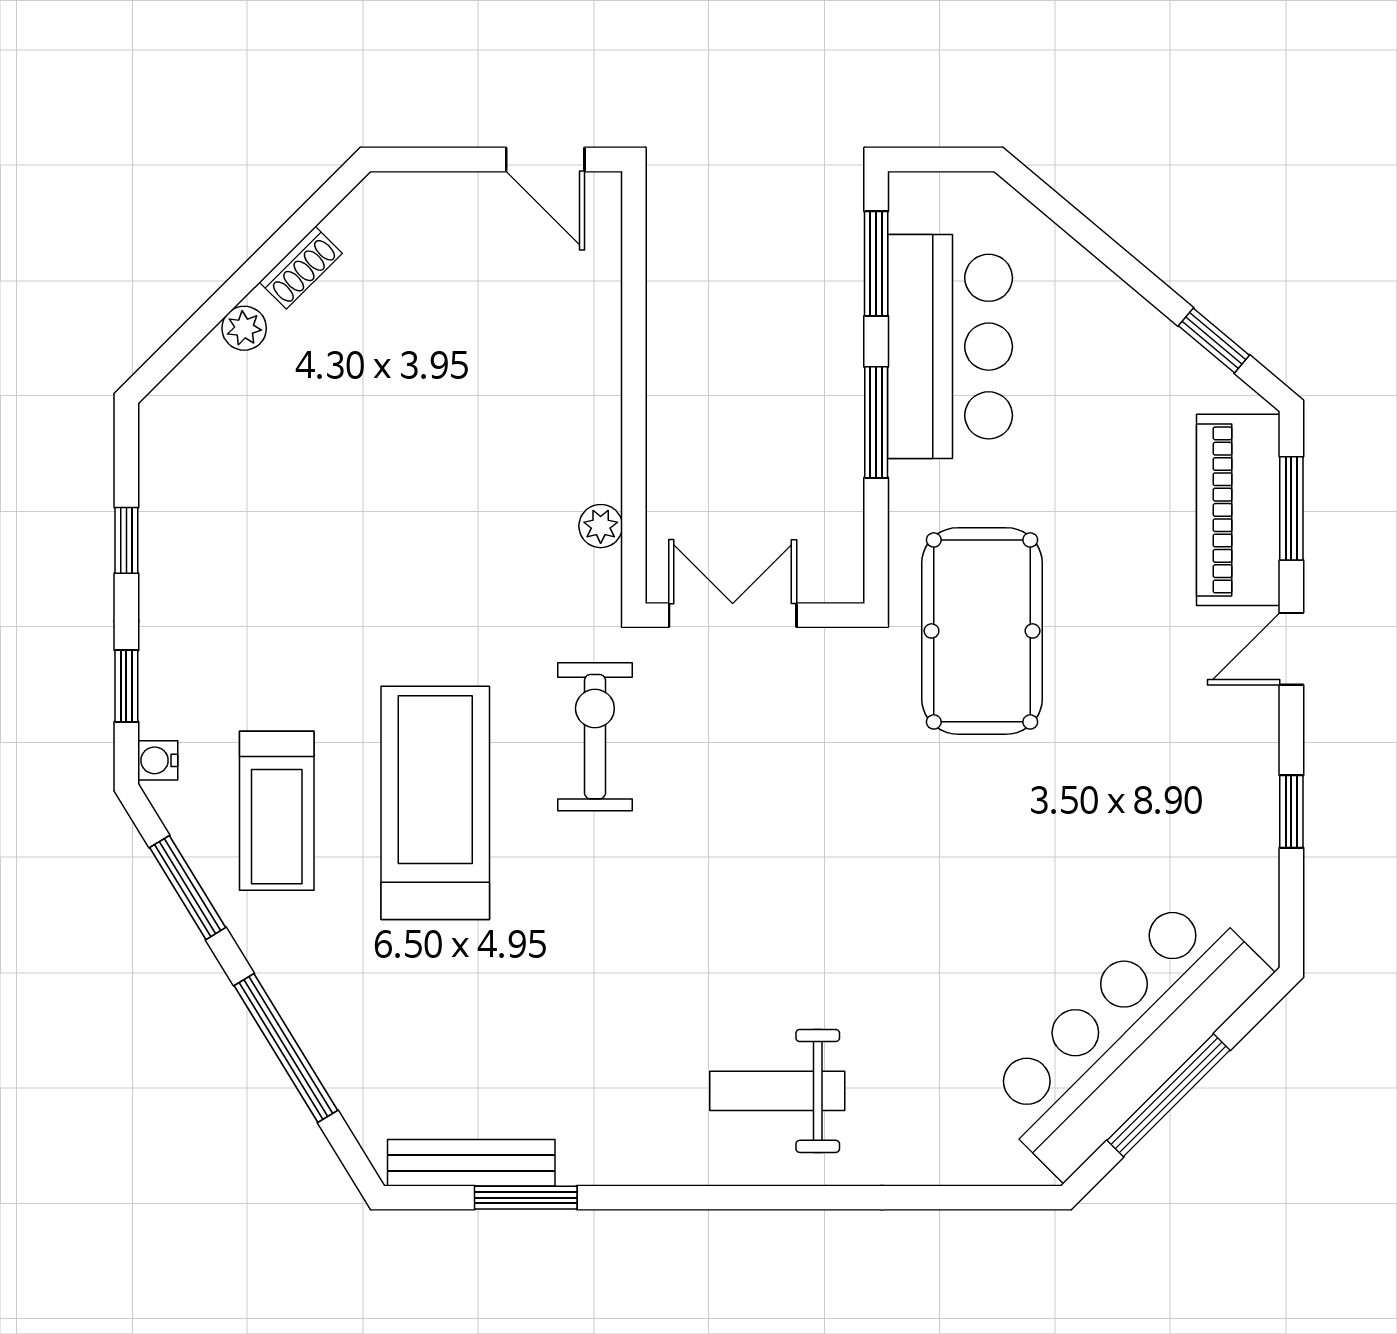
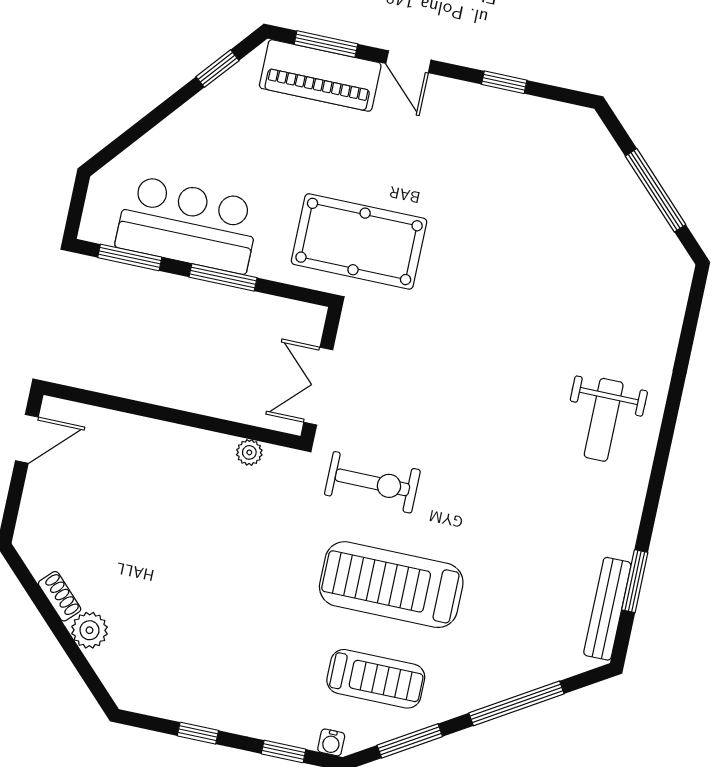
plant: (244, 328) -> (90, 630), width x1.38, depth x1.38
exercise bike: (595, 737) -> (372, 482), turned 180
bar counter: (1126, 1035) -> (615, 208), removed

